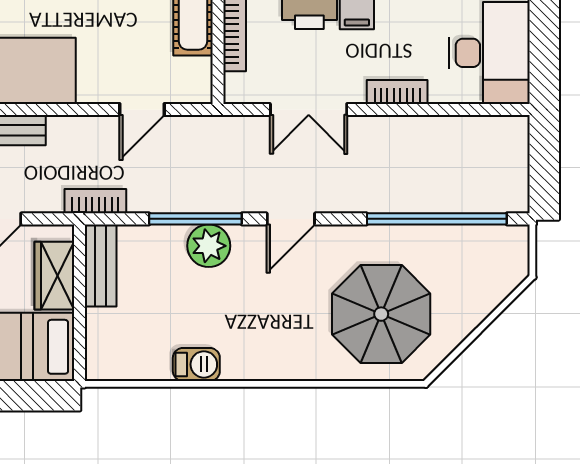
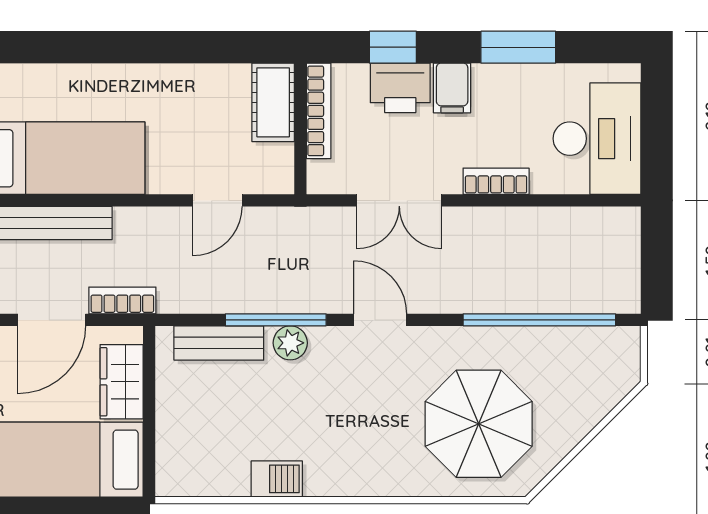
bookcase: (95, 201) -> (122, 300), moved
door: (291, 219) -> (380, 320), swing flipped
plant: (209, 246) -> (290, 343), width x0.73, depth x0.73
bench: (101, 265) -> (219, 343), moved, turned 90

